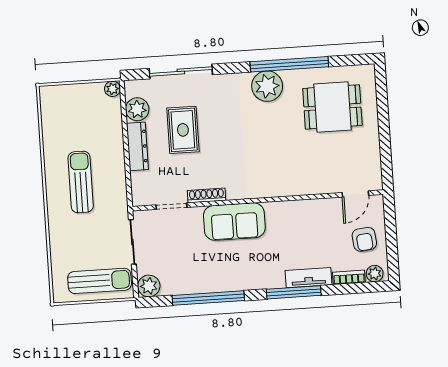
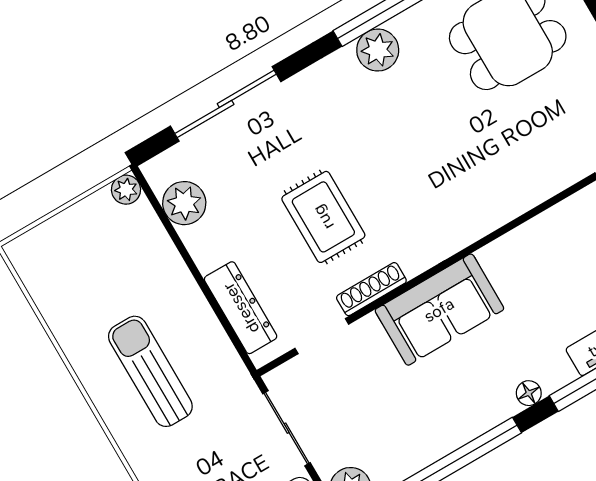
plant: (267, 86) -> (378, 50), width x0.73, depth x0.73
rug: (183, 130) -> (323, 217), moved
dresser: (137, 146) -> (241, 308), moved
floor lamp: (257, 283) -> (529, 393), added

